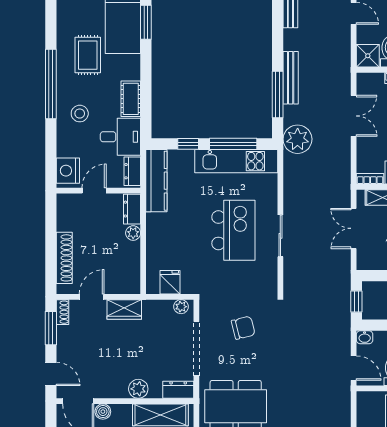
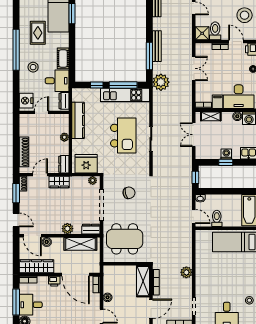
kitchen counter: (156, 181) -> (78, 120), moved
dresser: (132, 209) -> (64, 164), moved
fridge: (170, 282) -> (86, 164), width x1.88, depth x1.34

